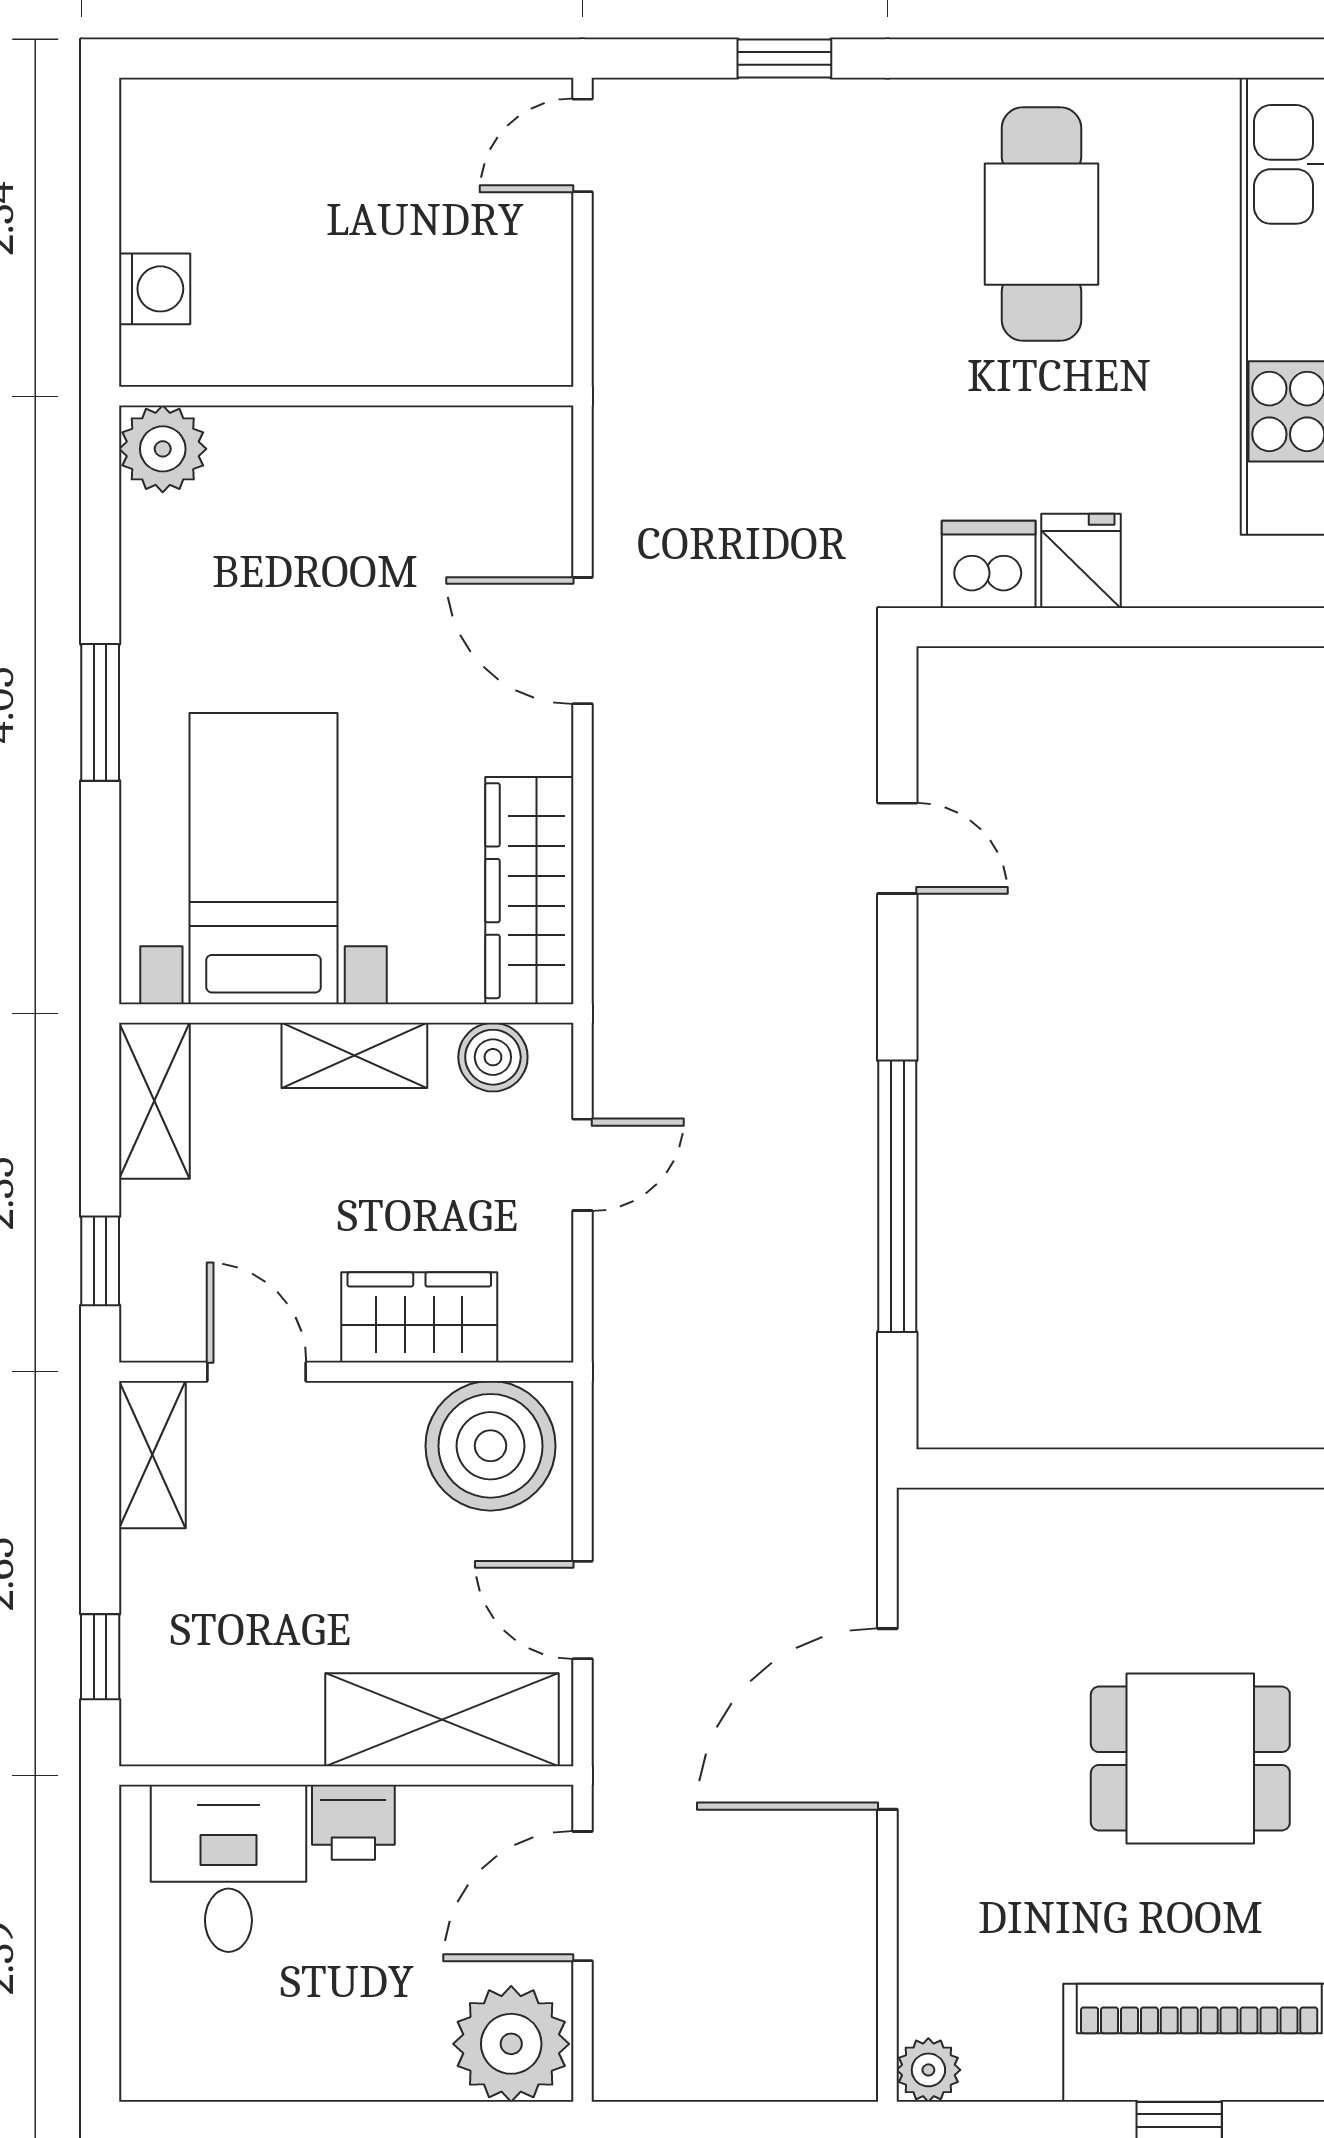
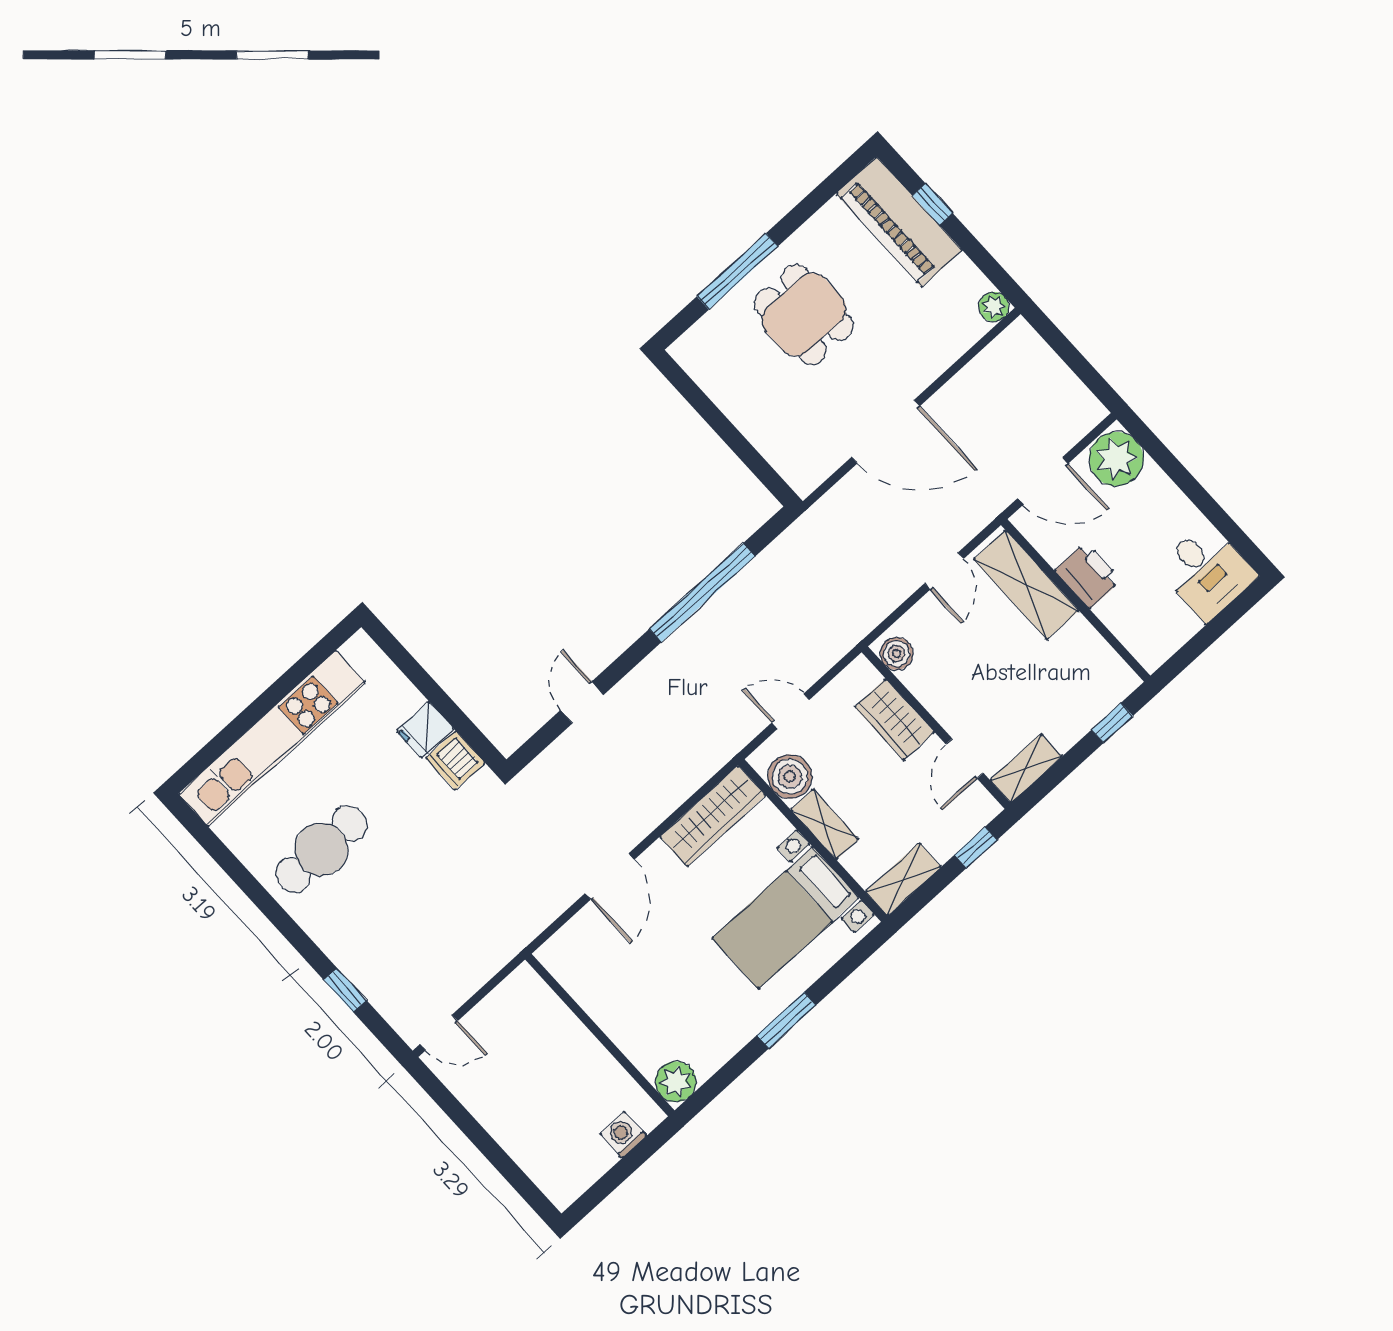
boiler: (493, 1057) -> (790, 777), width x1.36, depth x1.36
boiler: (490, 1446) -> (897, 654), width x0.54, depth x0.54
printer: (353, 1822) -> (1088, 575), width x1.36, depth x1.24
desk: (228, 1868) -> (1207, 572), moved, turned -90

